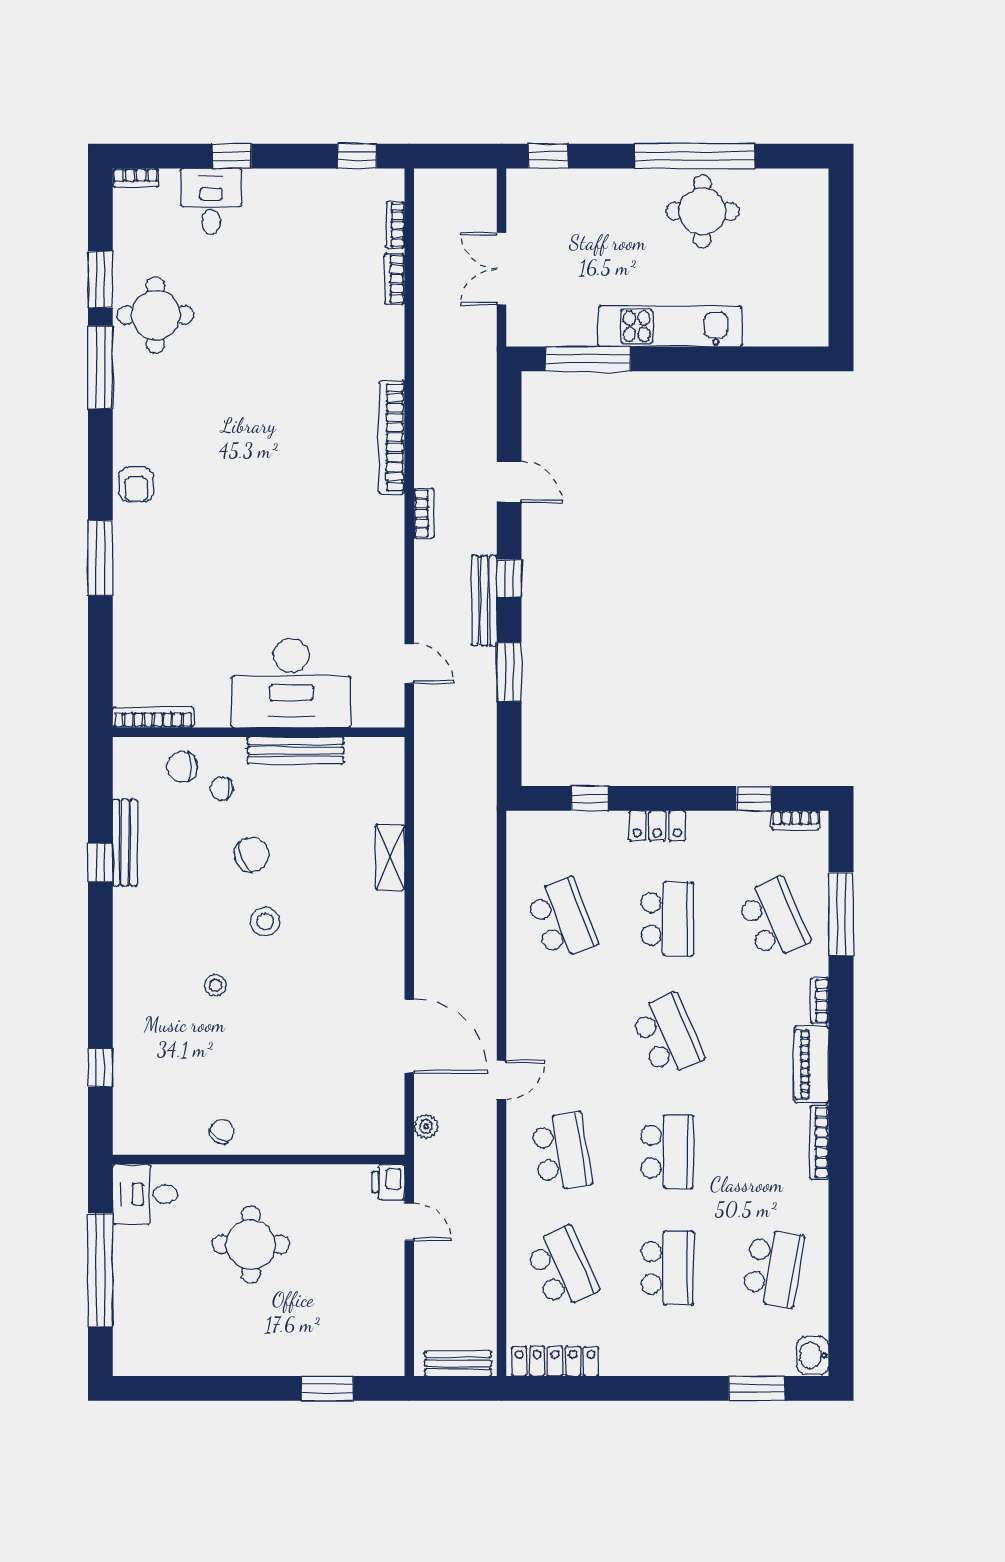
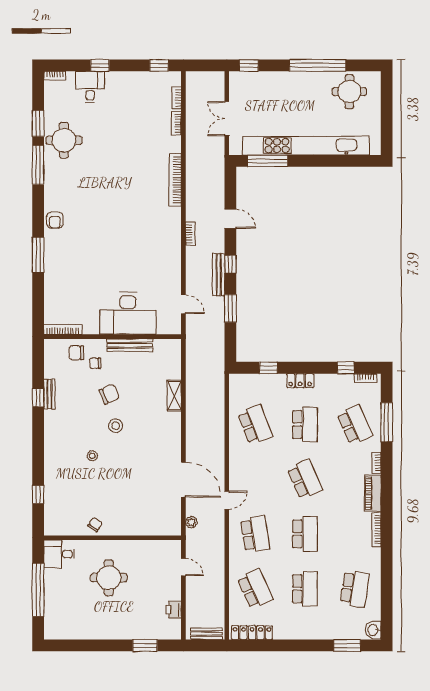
round table: (702, 211) -> (349, 92), moved
kitchen unit: (670, 326) -> (306, 146), width x1.86
bookcase: (392, 437) -> (175, 180), moved
bench: (125, 843) -> (50, 394), width x0.73
printer: (388, 1182) -> (174, 610), moved

